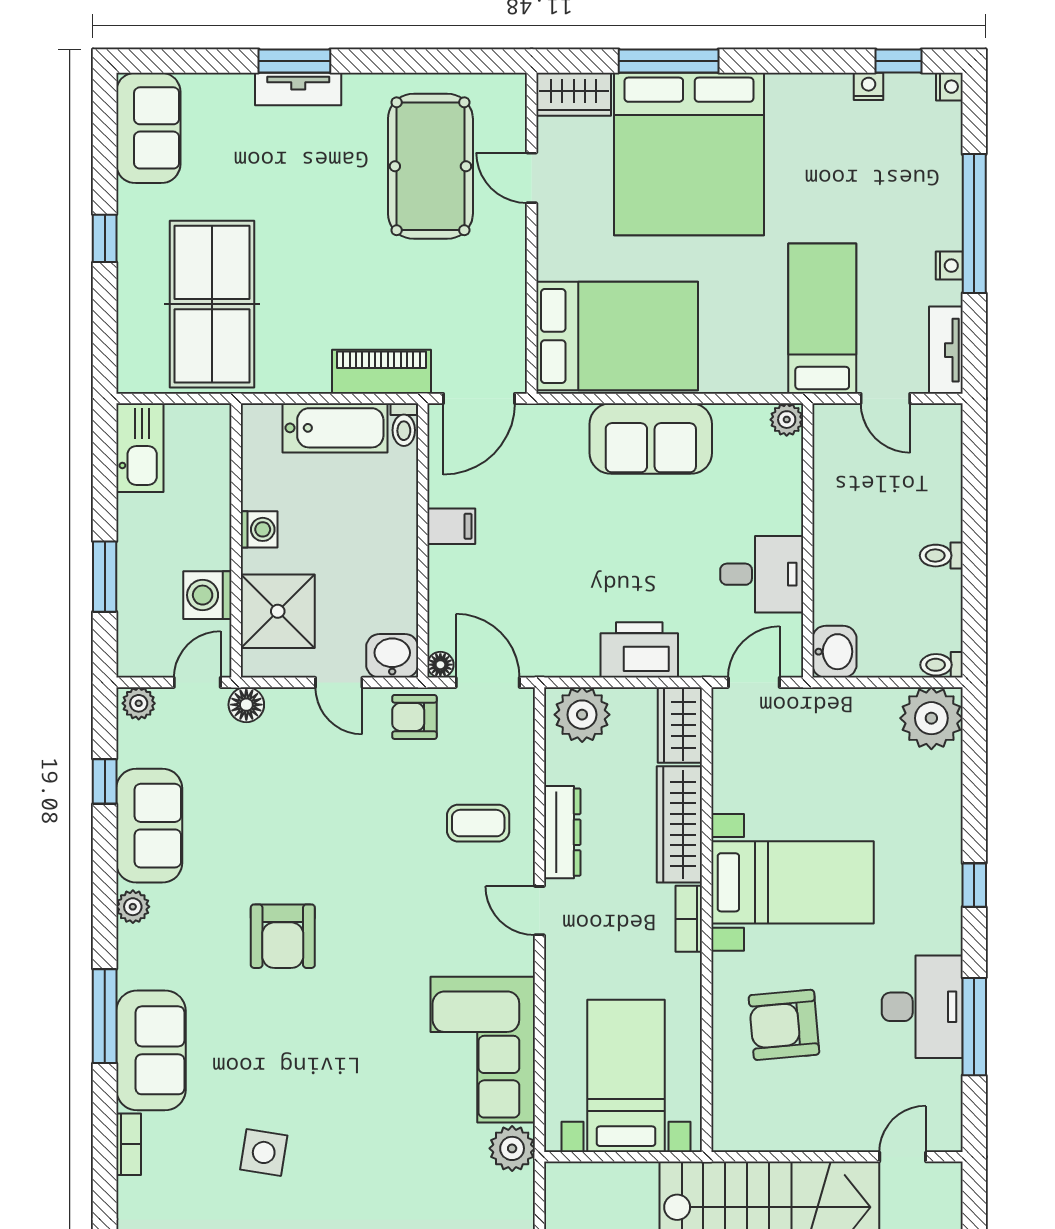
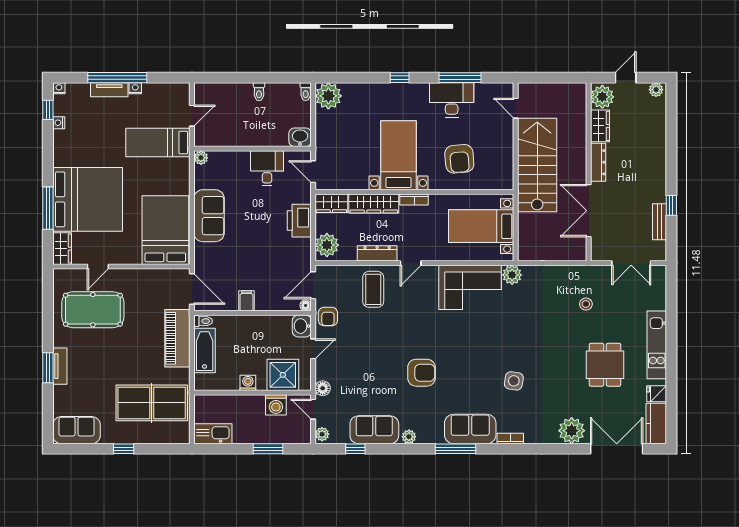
tv unit: (946, 350) -> (109, 90), moved
piano: (381, 372) -> (177, 338), width x1.37, depth x1.33
coffee table: (478, 823) -> (373, 289), width x1.36, depth x1.30

